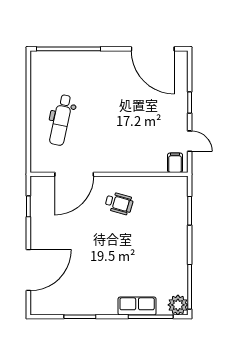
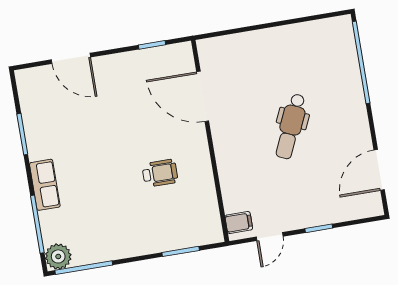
door: (153, 49) -> (379, 170), width x0.73
dental chair: (61, 120) -> (291, 126), moved, turned -78
wheelchair: (119, 203) -> (160, 173), moved, turned -106
door: (28, 270) -> (71, 58), width x0.73
row of seats: (137, 306) -> (45, 185), moved

